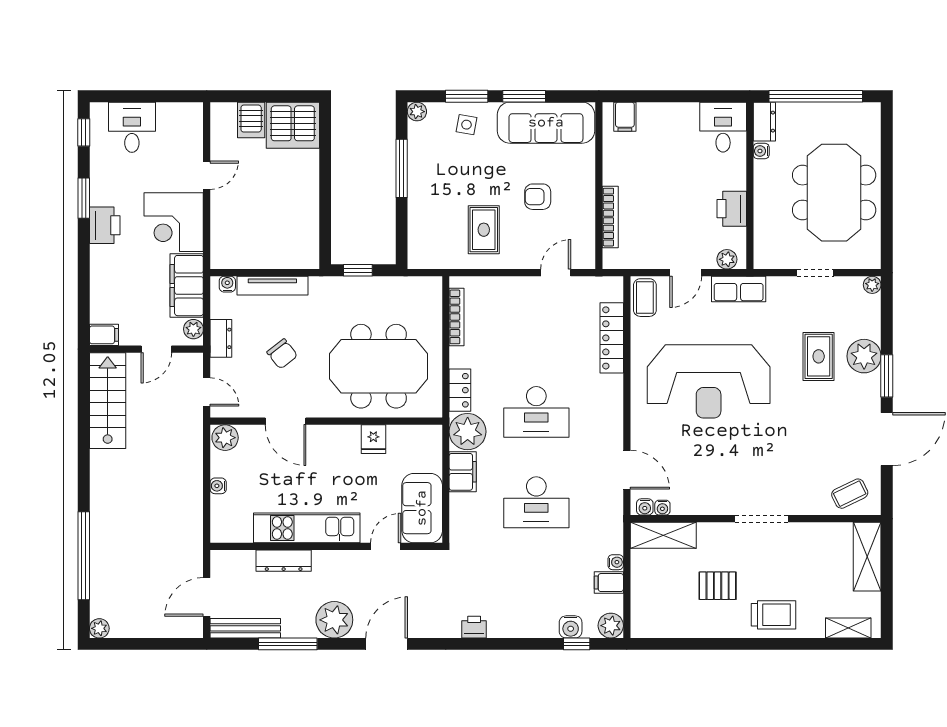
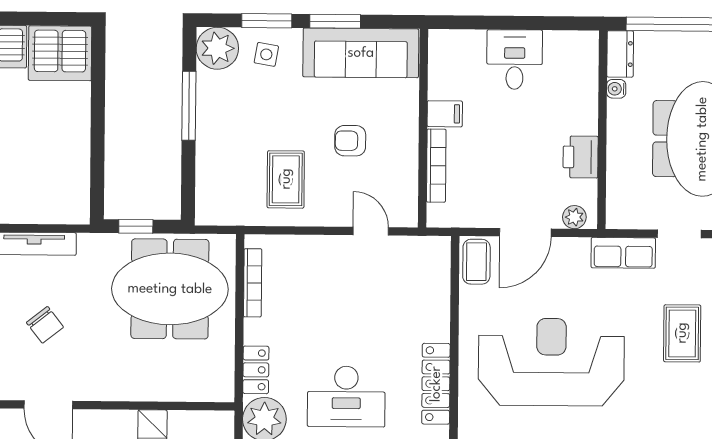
plant: (417, 112) -> (217, 48), width x1.87, depth x1.87
filing cabinet: (625, 117) -> (445, 114), moved, turned -90
desk: (723, 127) -> (515, 60), moved
door: (556, 273) -> (371, 231), hinge flipped
door: (686, 273) -> (525, 233), width x1.38
row of seats: (739, 289) -> (623, 253), moved
locker: (612, 338) -> (436, 384), moved
meeting table: (379, 366) -> (170, 289), moved
reception desk: (709, 381) -> (551, 362), turned 180

